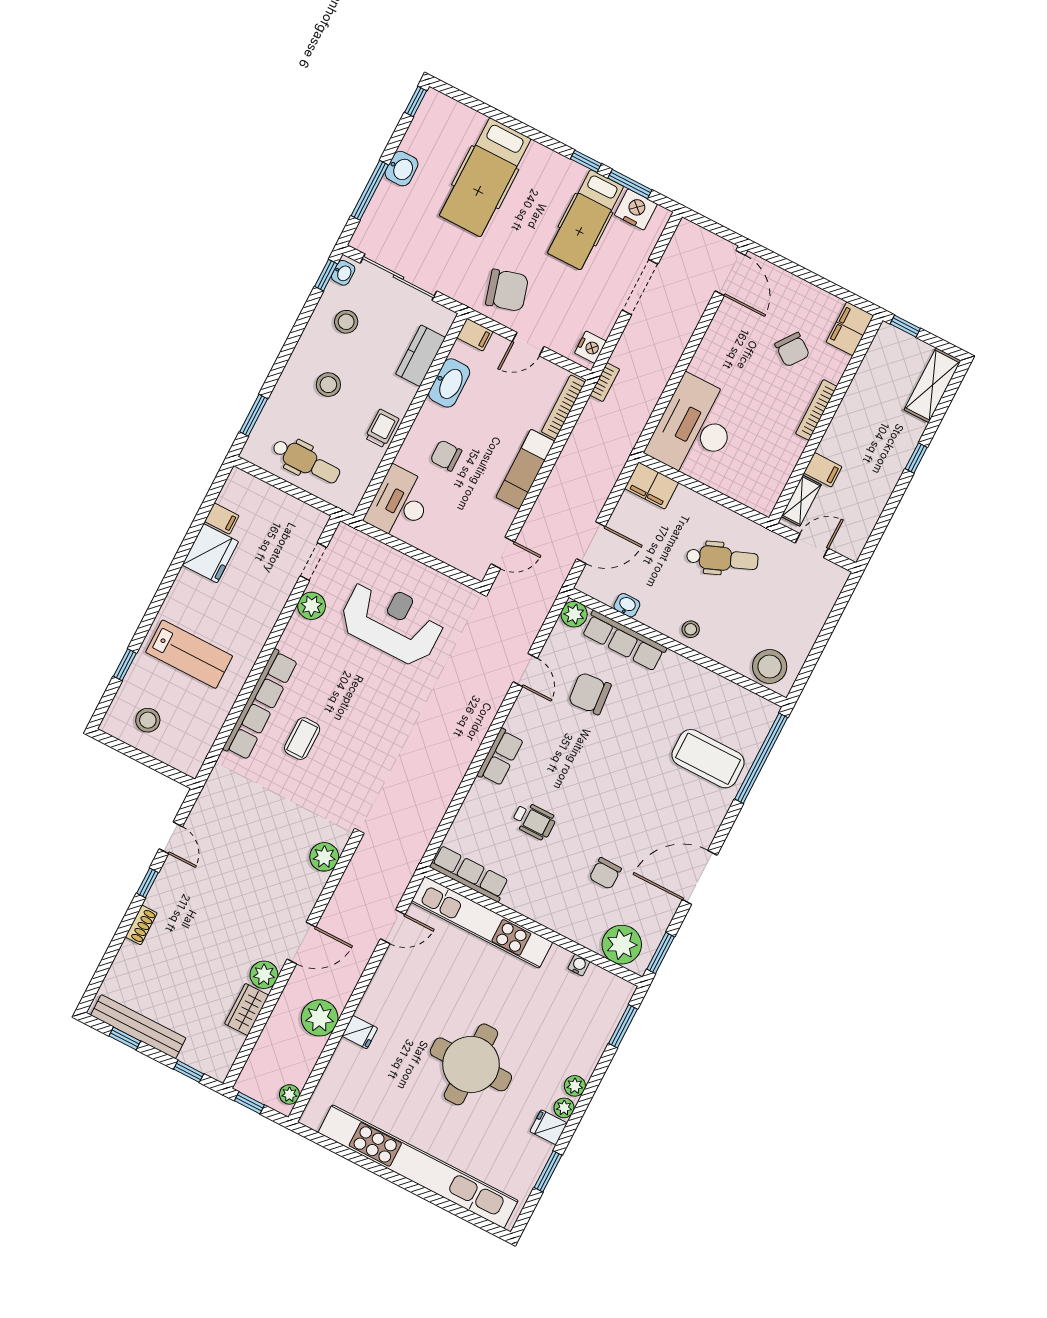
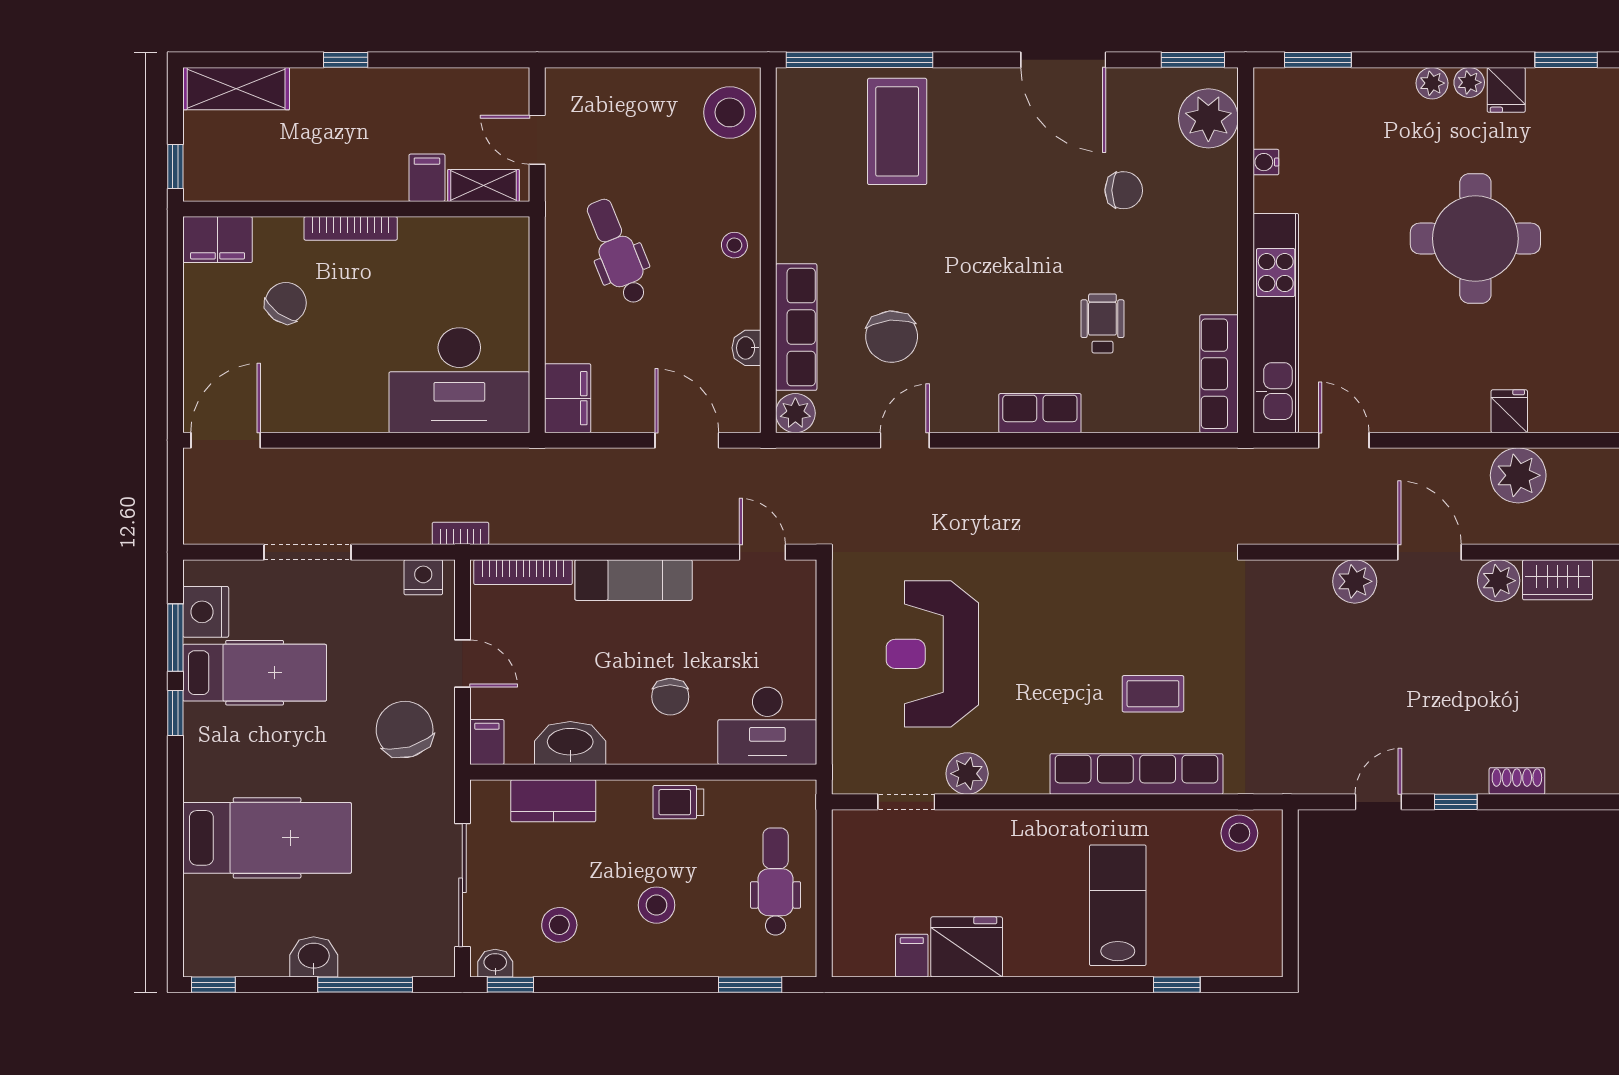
stool: (148, 720) -> (1239, 833), moved
plant: (324, 857) -> (1355, 581), moved

